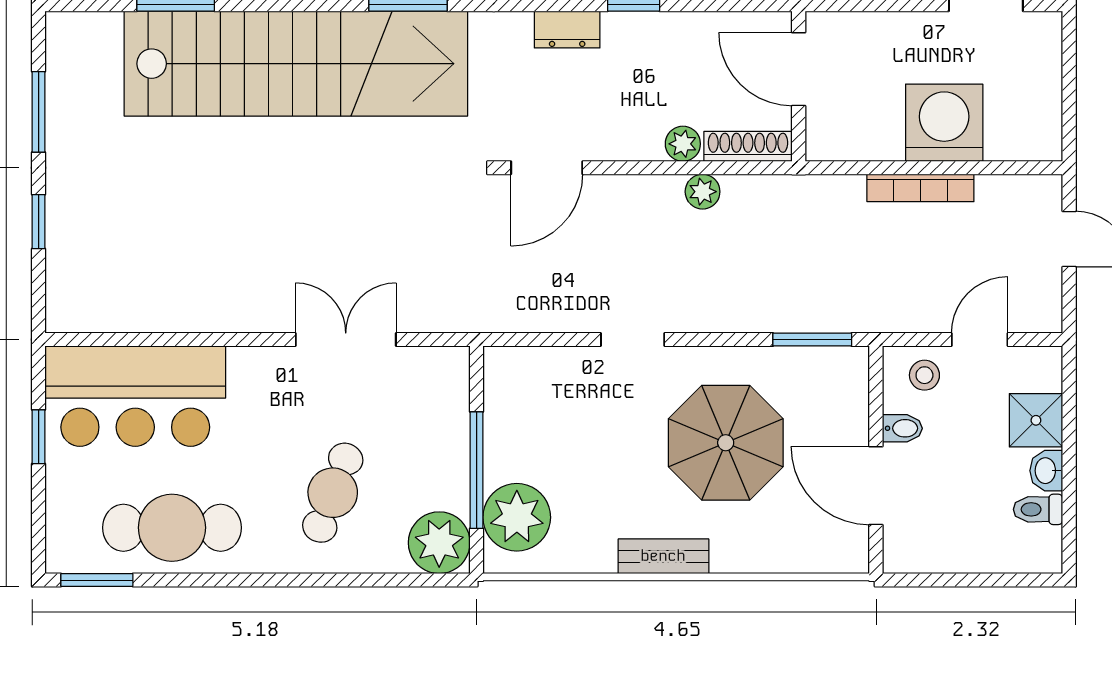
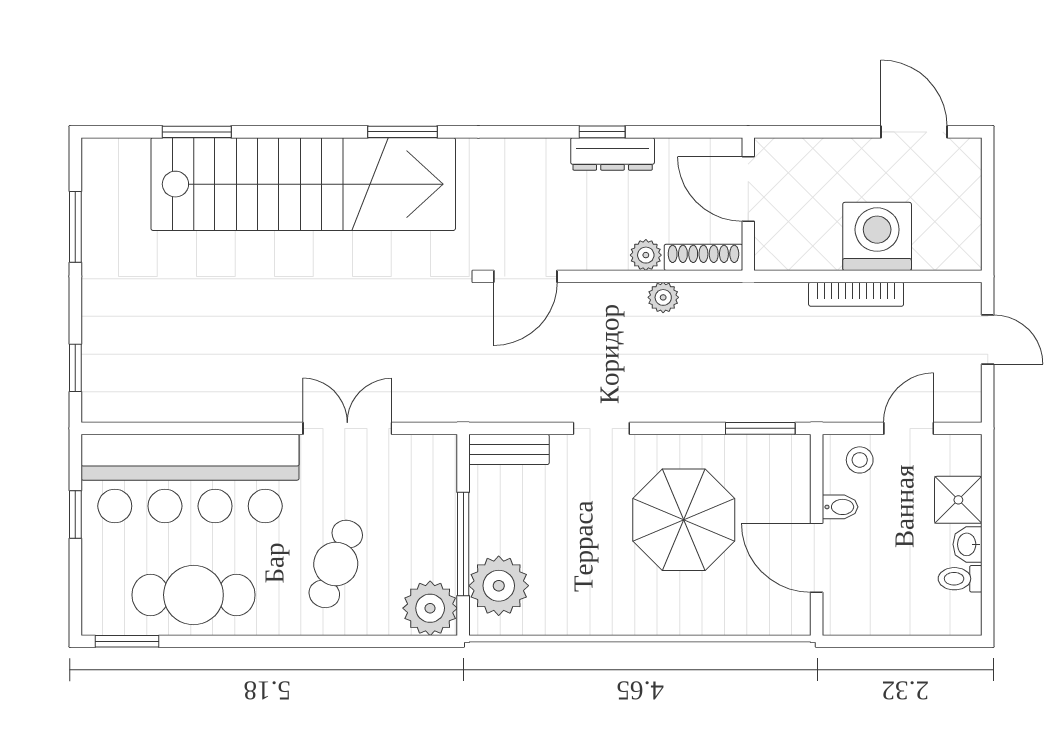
dresser: (567, 30) -> (613, 154), moved, width x1.44
window: (39, 222) -> (75, 368), moved
bar counter: (135, 396) -> (190, 478), width x1.36
bench: (663, 556) -> (509, 449), moved

